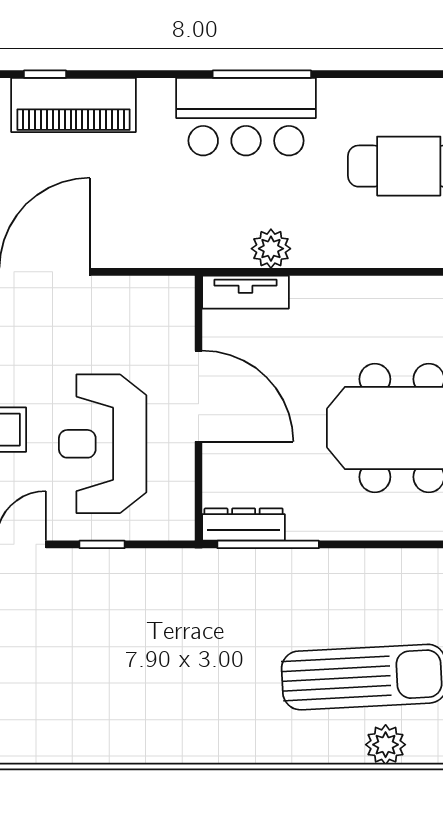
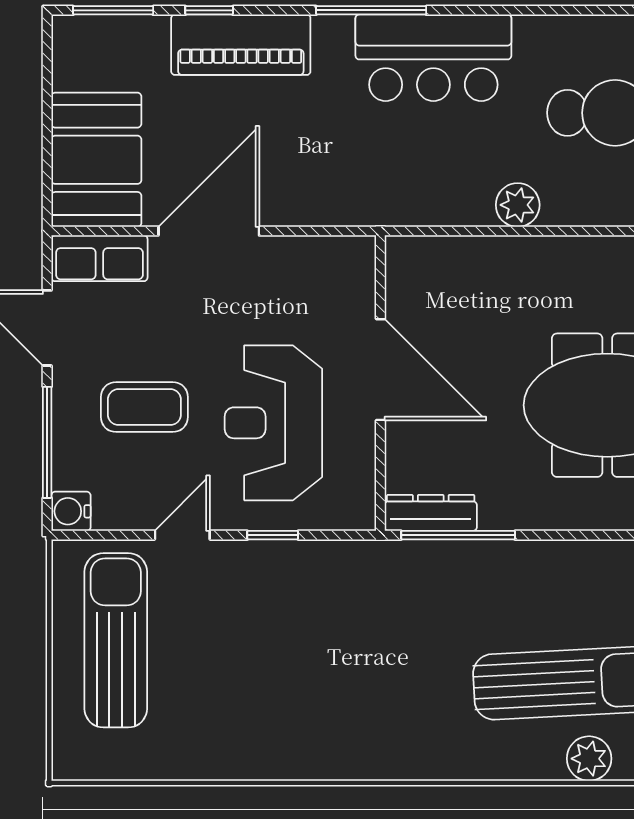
window: (262, 74) -> (371, 10), moved
plant: (271, 249) -> (518, 205), moved
tv unit: (245, 292) -> (433, 254), removed

